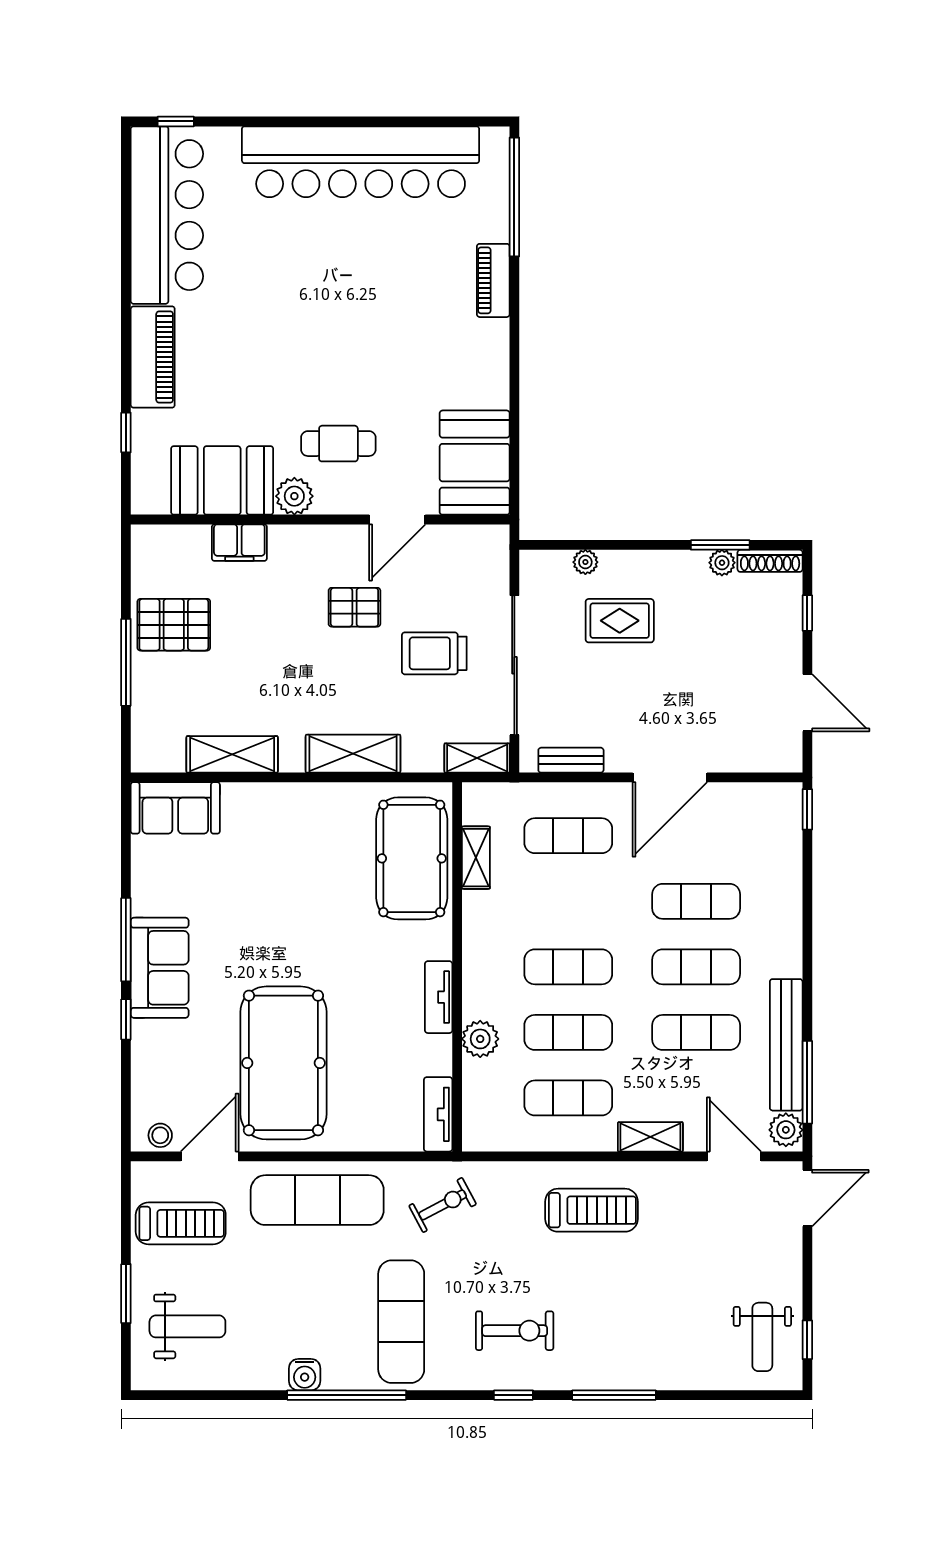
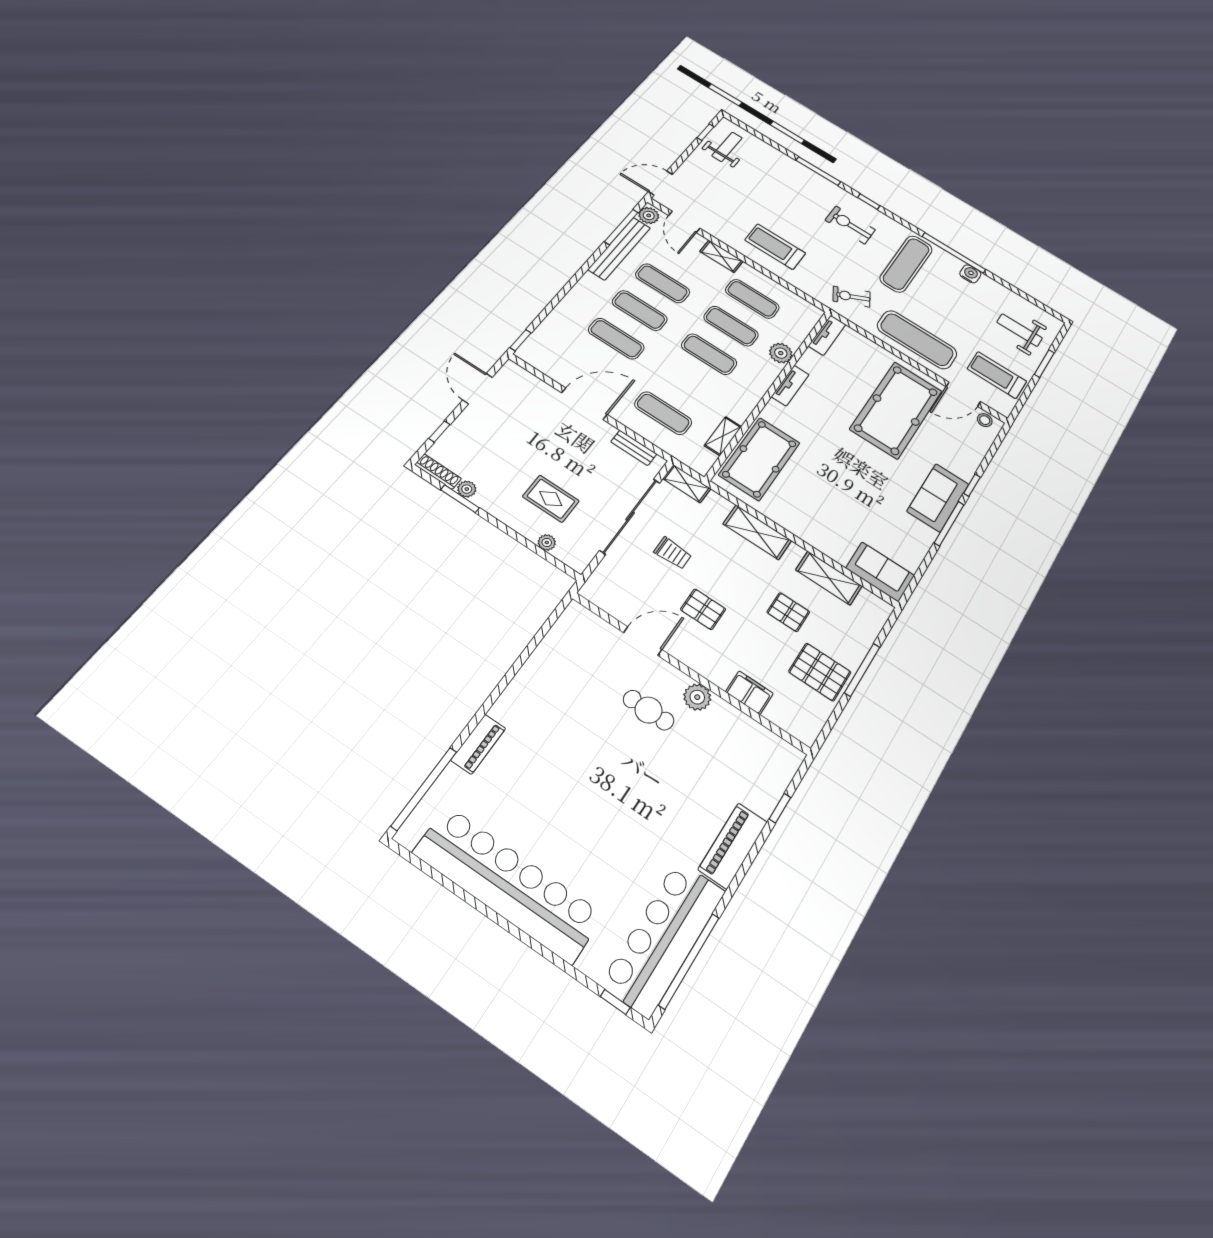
window: (126, 209) -> (689, 961), added
booth: (475, 463) -> (572, 642), removed
booth: (222, 480) -> (737, 737), removed
trolley: (434, 653) -> (673, 553), width x0.73, depth x0.72
pallet: (254, 675) -> (788, 612), added

